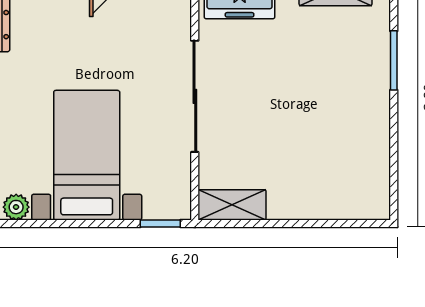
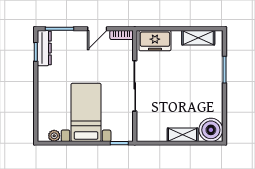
boiler: (364, 194) -> (211, 130), added
shelving: (232, 205) -> (183, 135), moved

